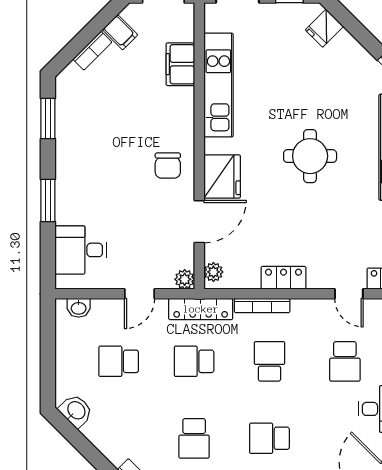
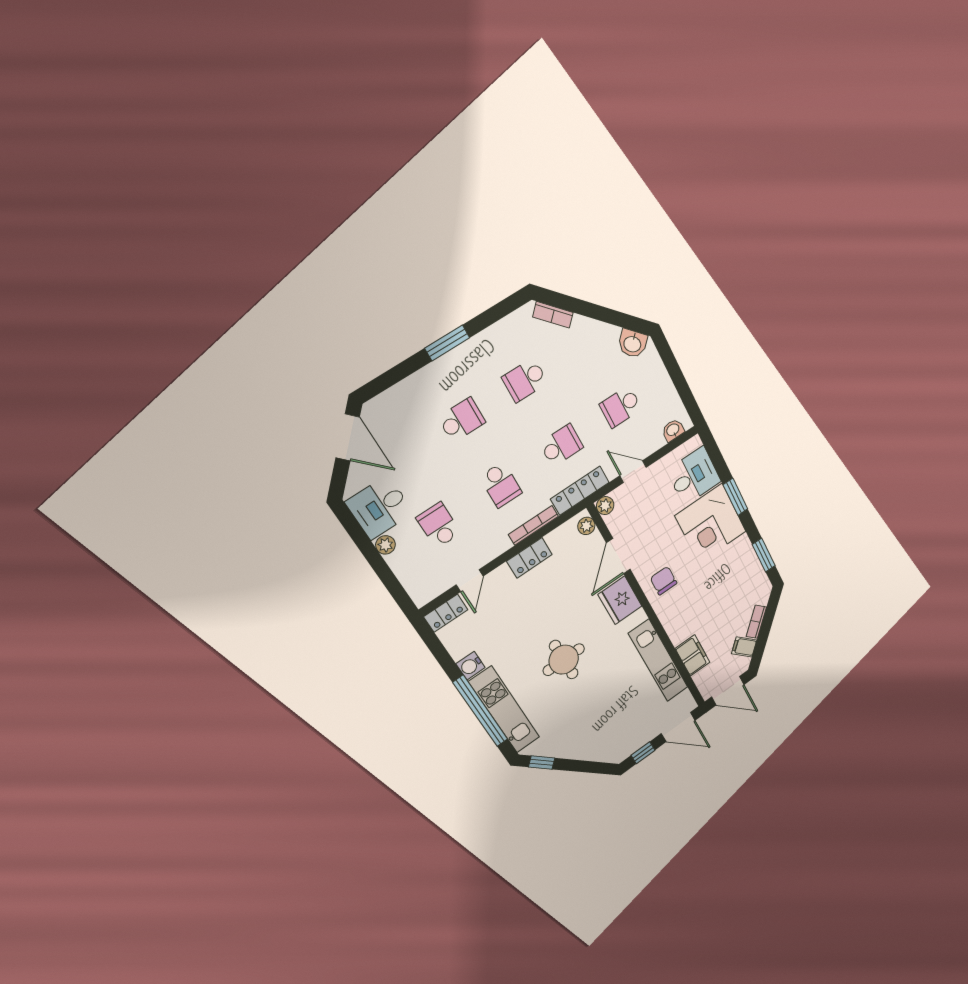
fridge: (324, 28) -> (606, 751), removed
corner desk: (88, 191) -> (711, 524), added
door: (140, 294) -> (633, 472), hinge flipped
door: (349, 294) -> (470, 581), swing flipped
school desk: (119, 361) -> (621, 407), turned 180
school desk: (194, 438) -> (525, 380), turned -90

